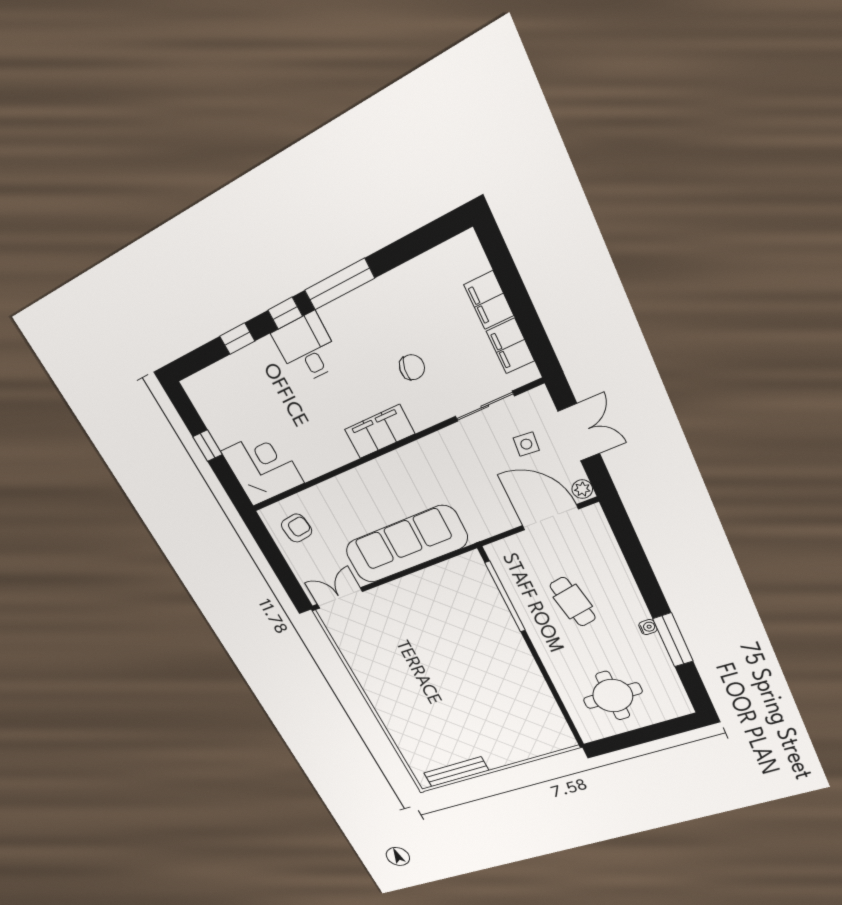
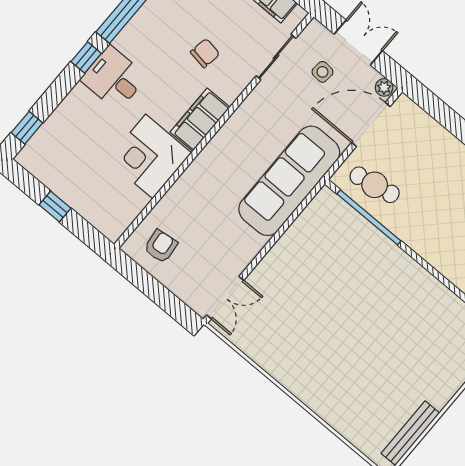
window: (237, 339) -> (27, 128), moved
corner desk: (262, 467) -> (149, 156), moved, turned -90
sofa: (406, 545) -> (289, 181), moved
double door: (340, 598) -> (225, 298), swing flipped
cafe table: (573, 602) -> (375, 185), moved

